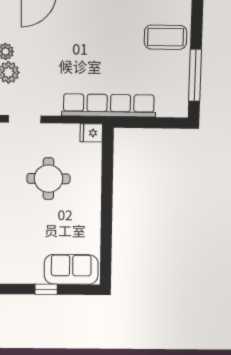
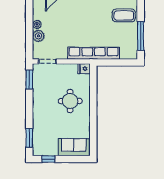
round table: (48, 179) -> (70, 101), moved
window: (46, 289) -> (48, 159), moved

